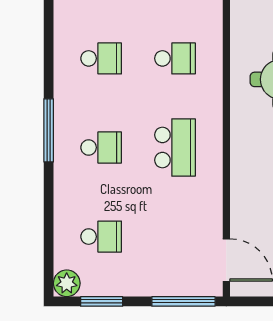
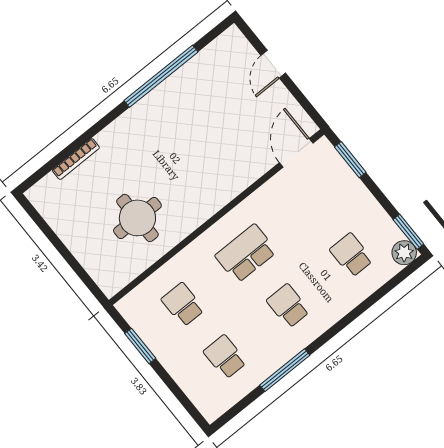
window: (49, 130) -> (285, 370), moved
window: (102, 301) -> (408, 232), moved
window: (183, 301) -> (350, 160), width x0.69

